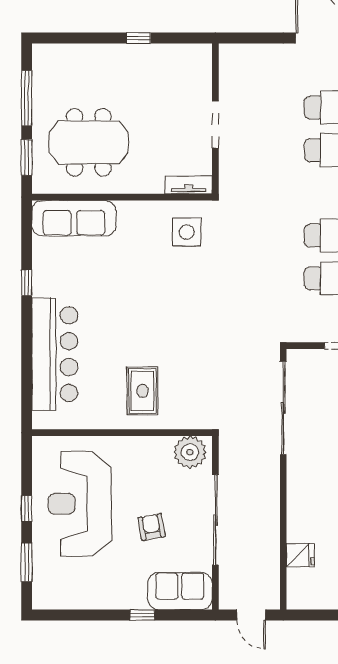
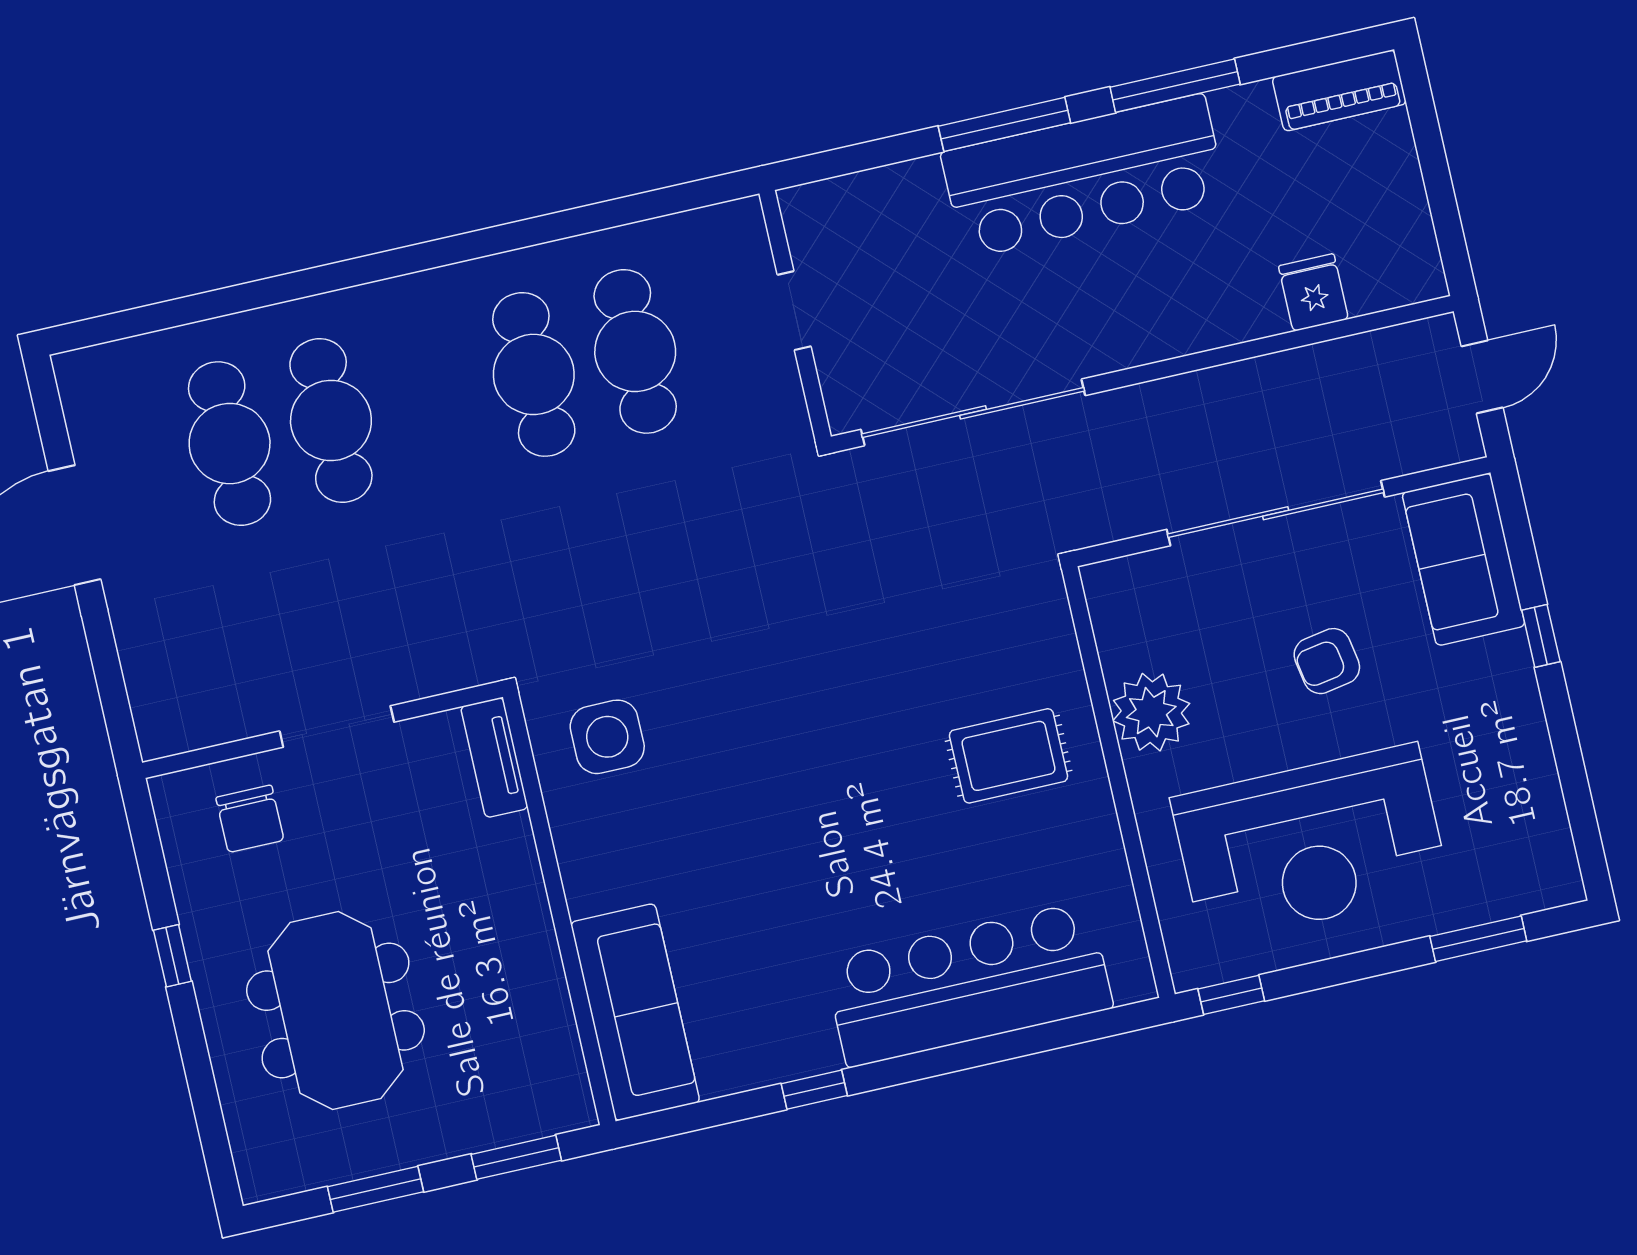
chair: (186, 82) -> (250, 819), added
window: (27, 98) -> (376, 1189), width x0.69
meeting table: (89, 142) -> (335, 1010), moved
plant: (190, 452) -> (1151, 712), moved
window: (27, 509) -> (1231, 995), moved

